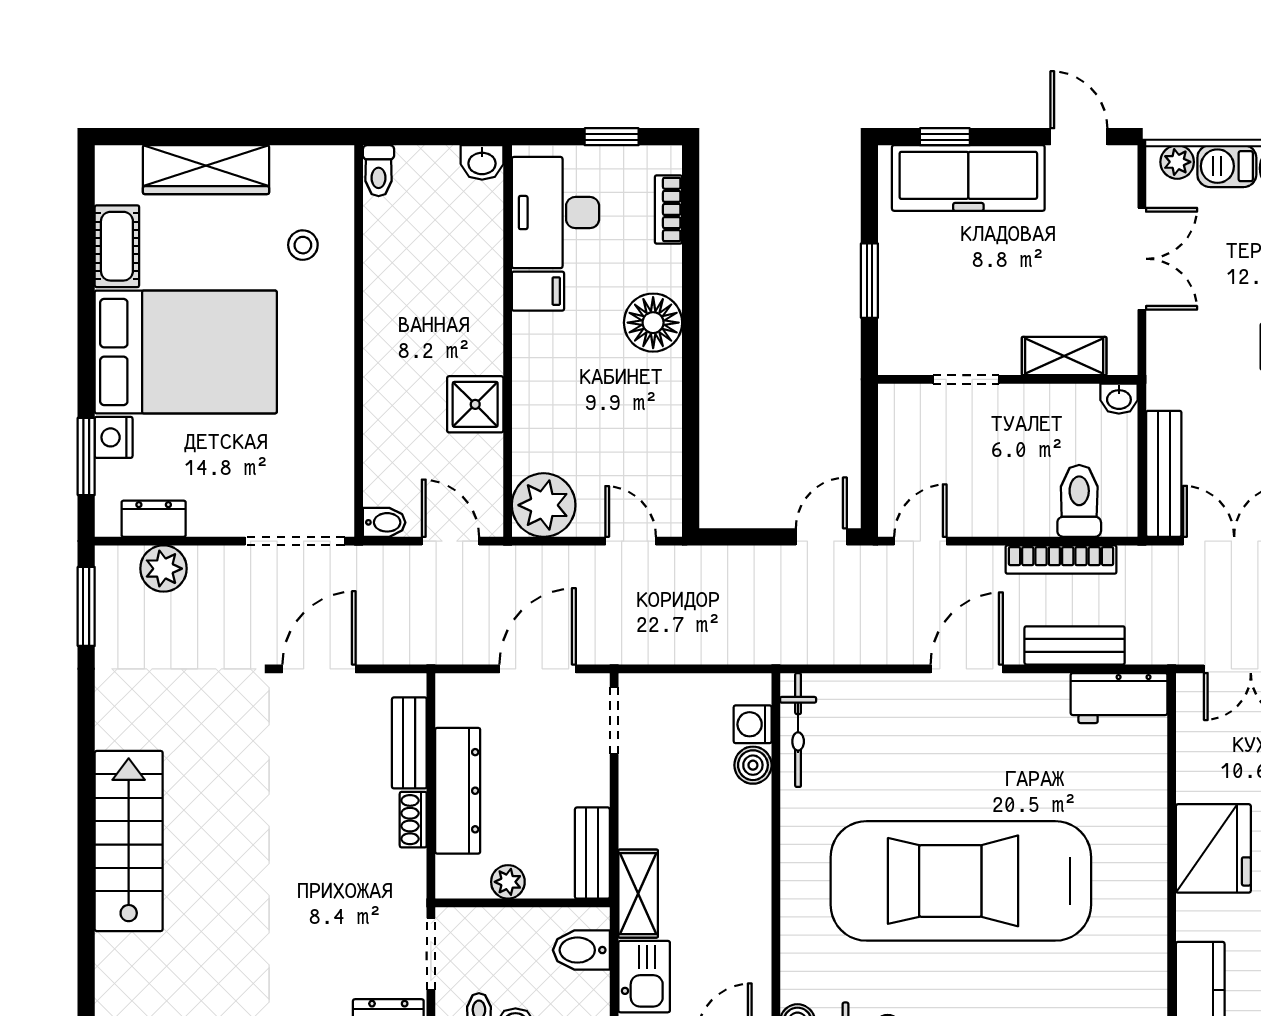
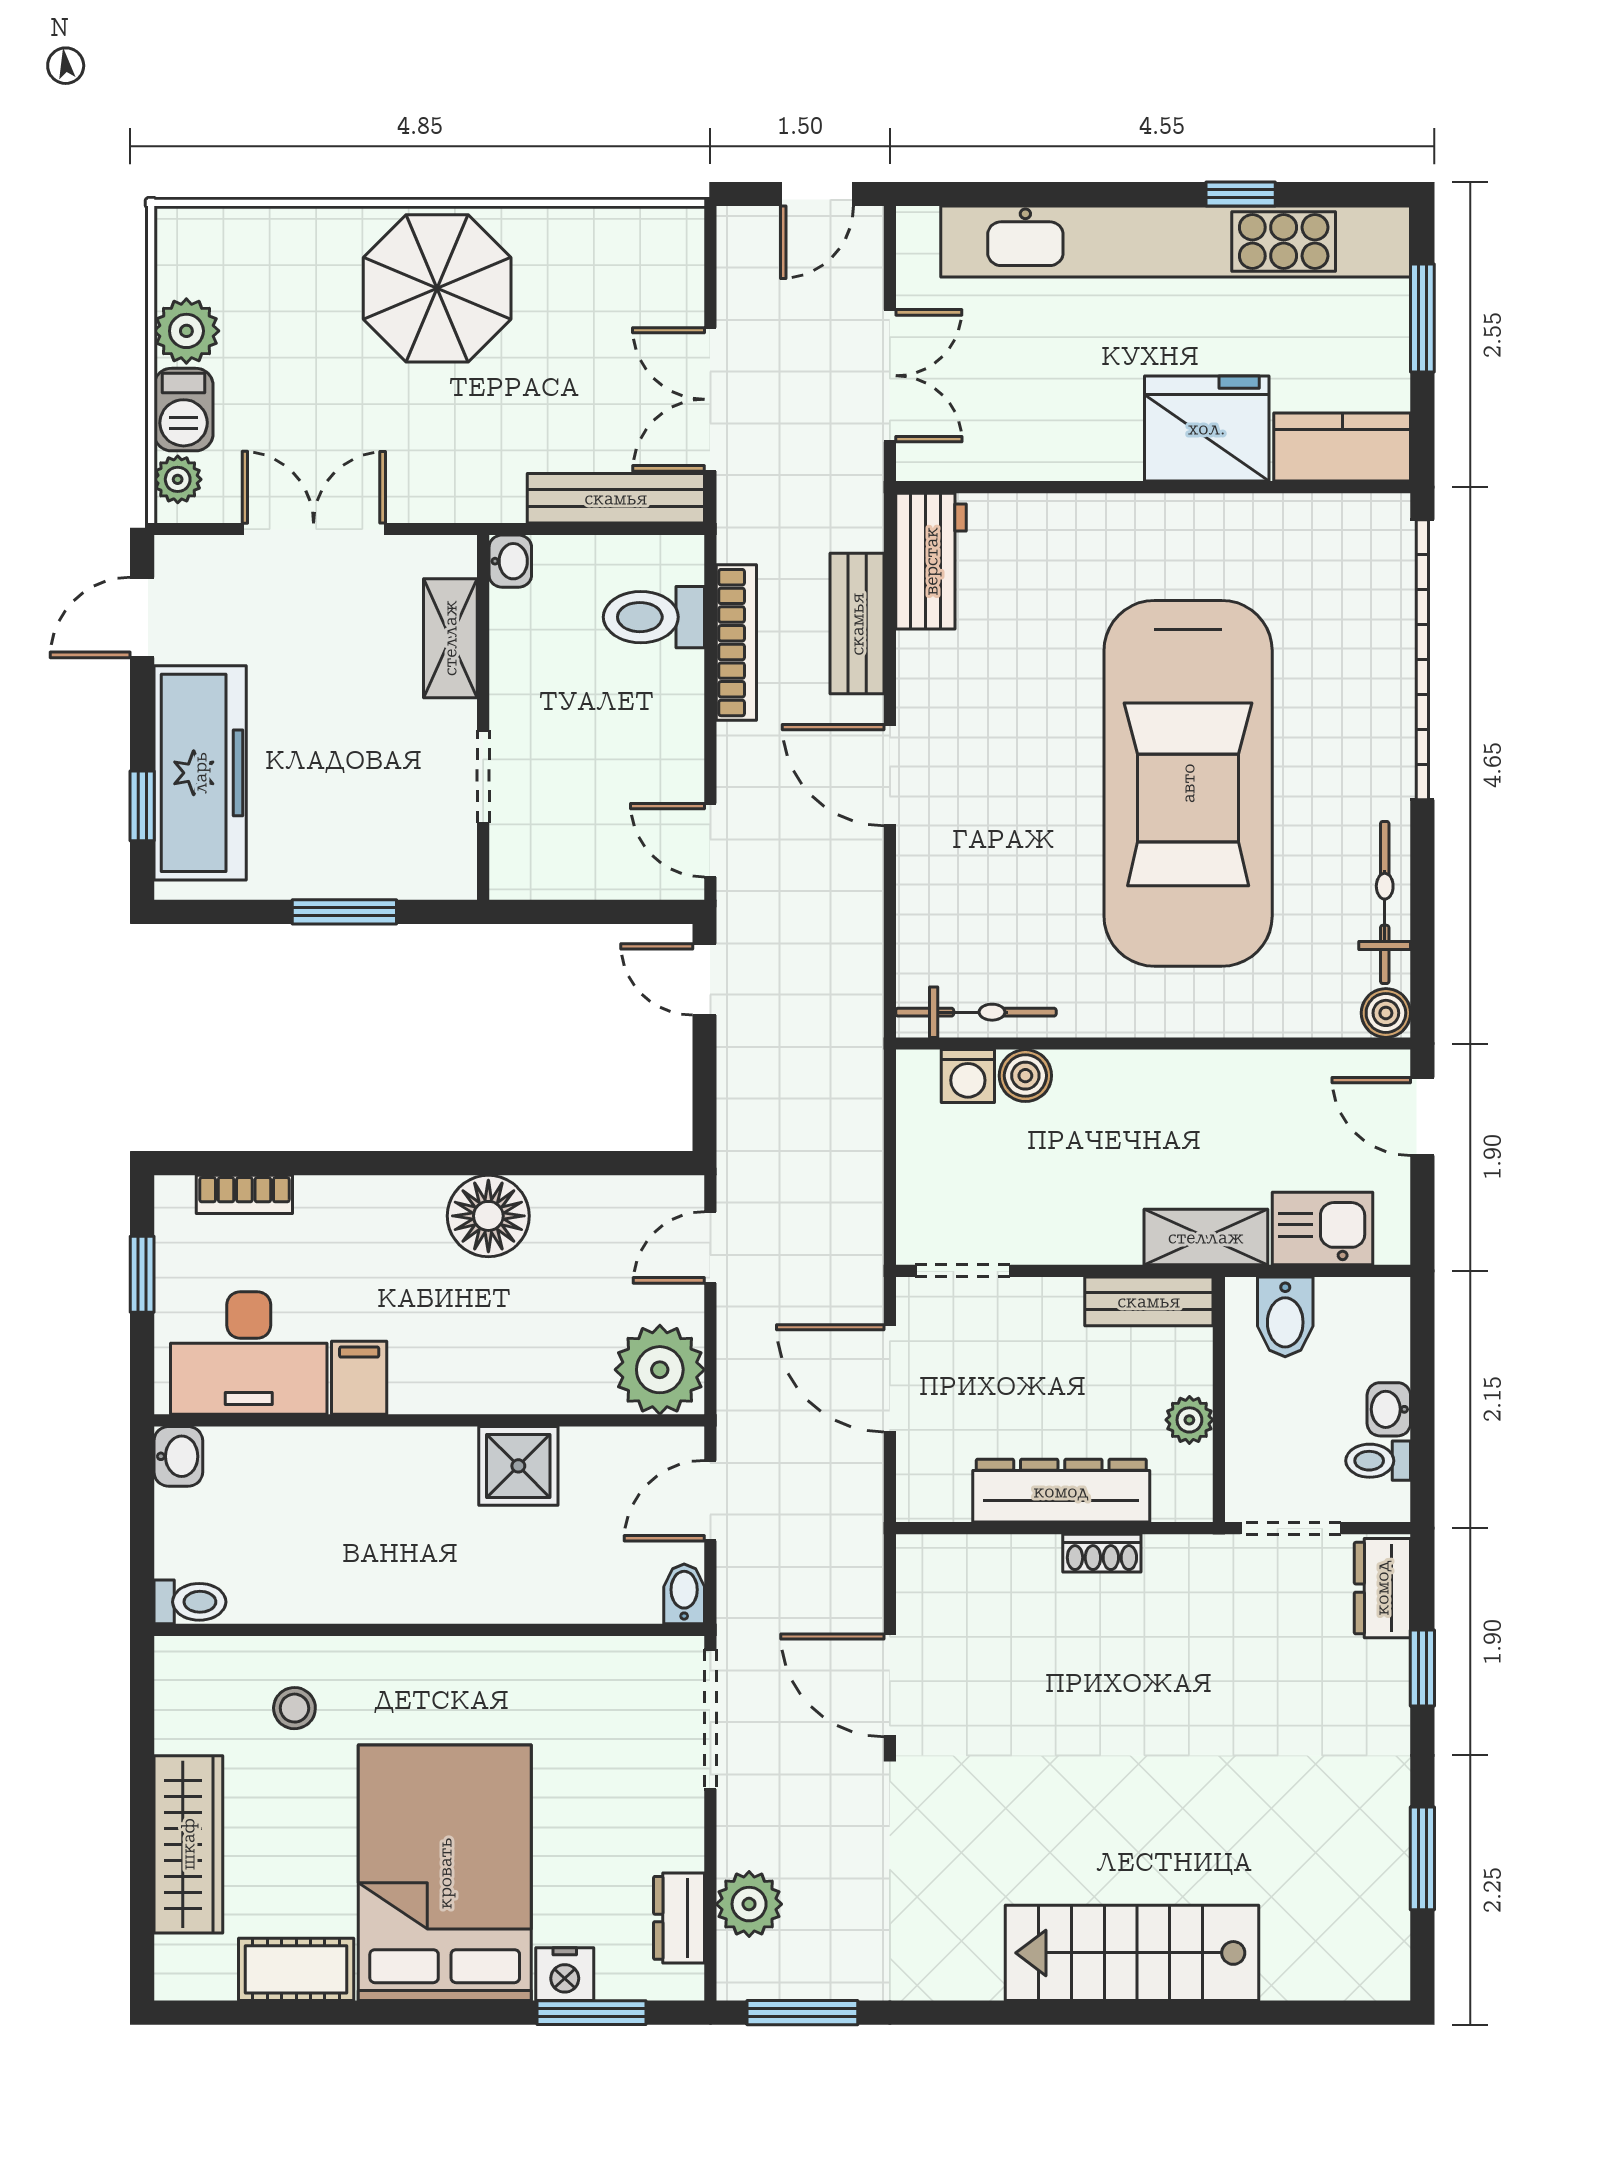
floor lamp: (653, 323) -> (488, 1216), moved
bench: (409, 743) -> (994, 1558), removed
fridge: (1213, 848) -> (1207, 428), moved

